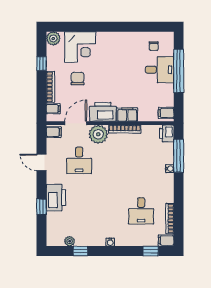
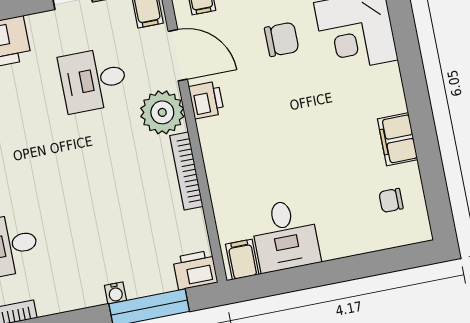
desk: (160, 70) -> (285, 235), moved
window: (179, 71) -> (345, 269), removed
printer: (103, 112) -> (206, 100), width x0.53, depth x0.68
filing cabinet: (127, 115) -> (398, 139), moved, turned 180

